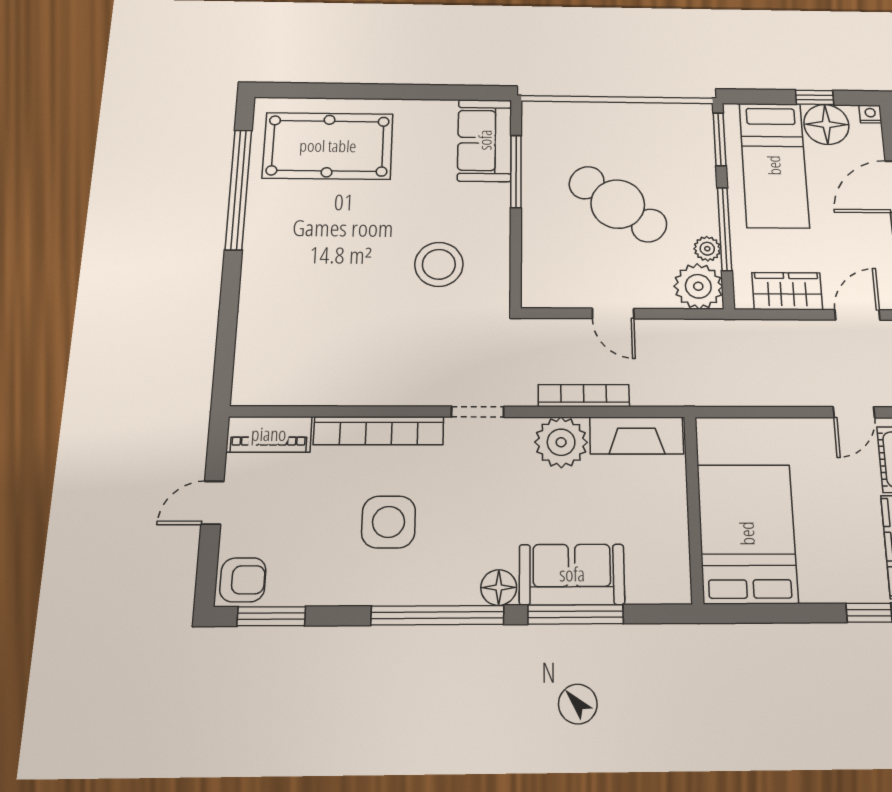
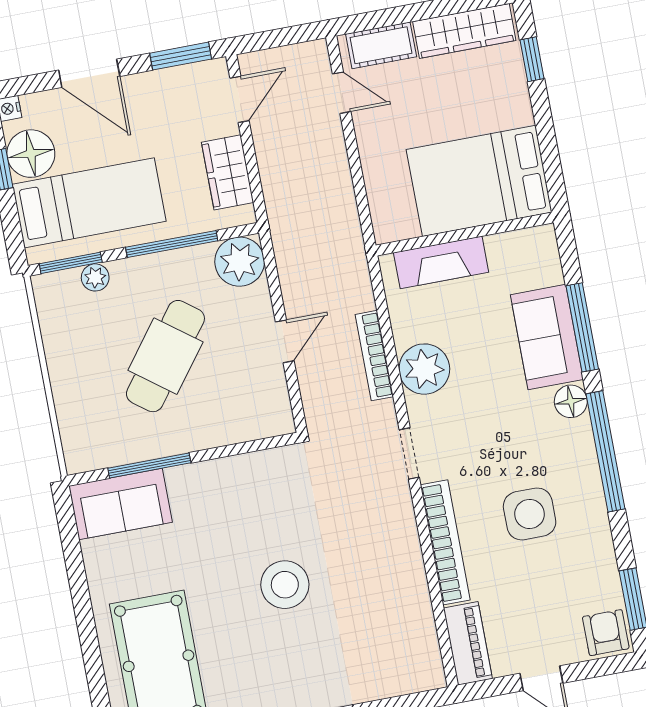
plant: (707, 249) -> (95, 277), moved
stool: (439, 264) -> (285, 585), moved
door: (857, 315) -> (240, 99), swing flipped
fireplace: (637, 435) -> (441, 262), moved, turned 90

